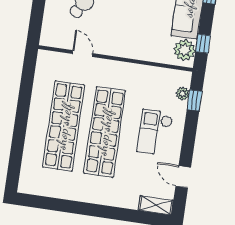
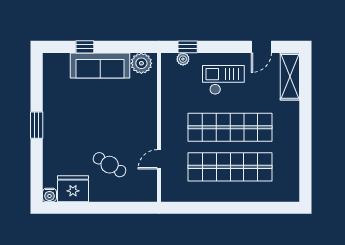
window: (203, 44) -> (133, 47), removed
checkout: (155, 132) -> (223, 80), turned 180
shelving: (156, 205) -> (290, 76), width x1.50, depth x1.33

